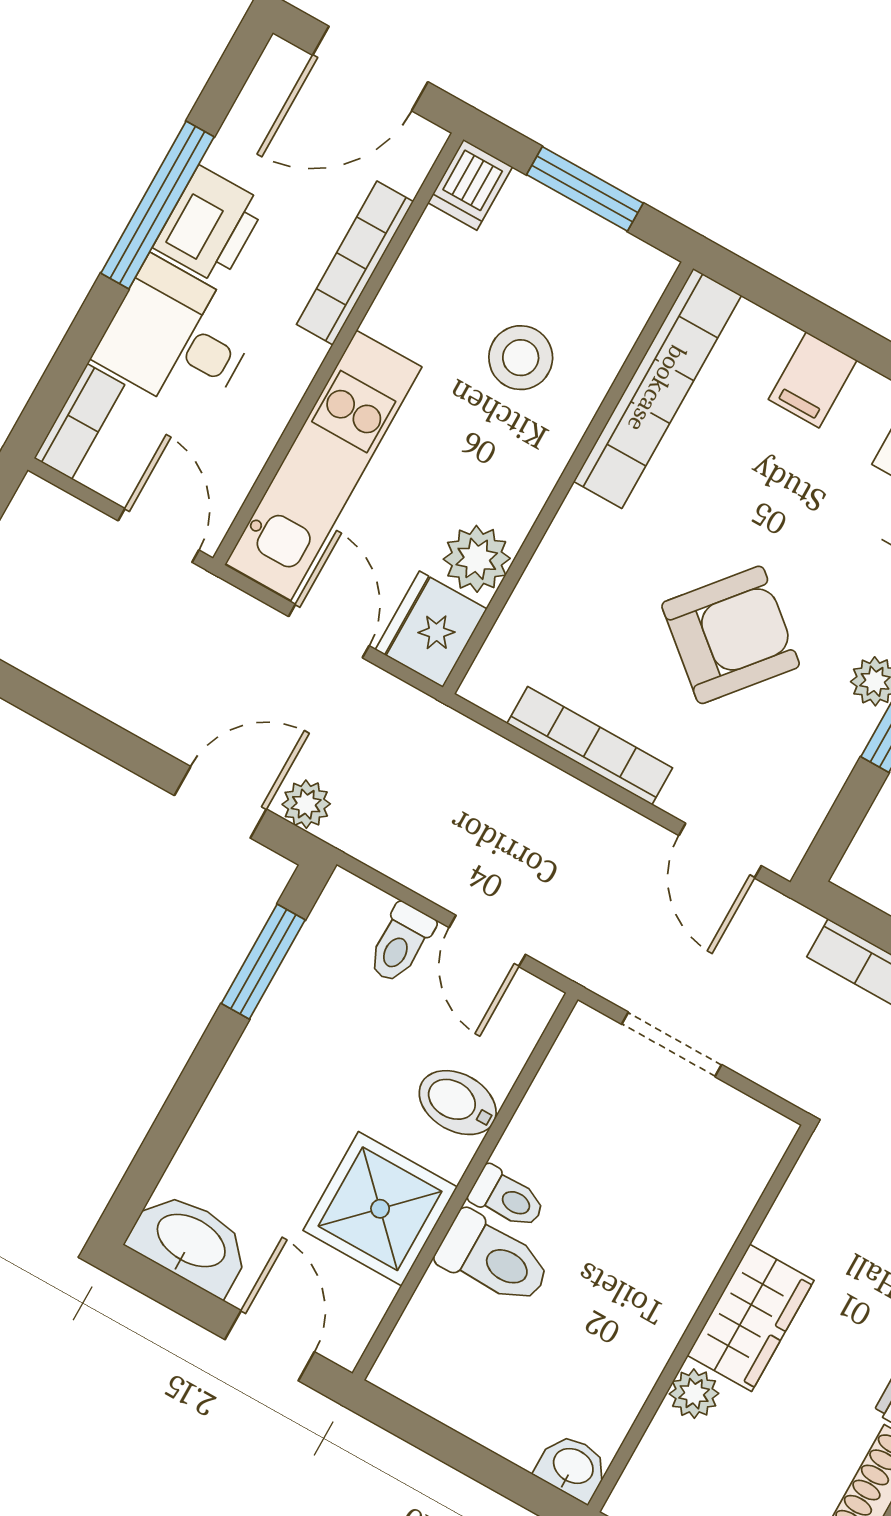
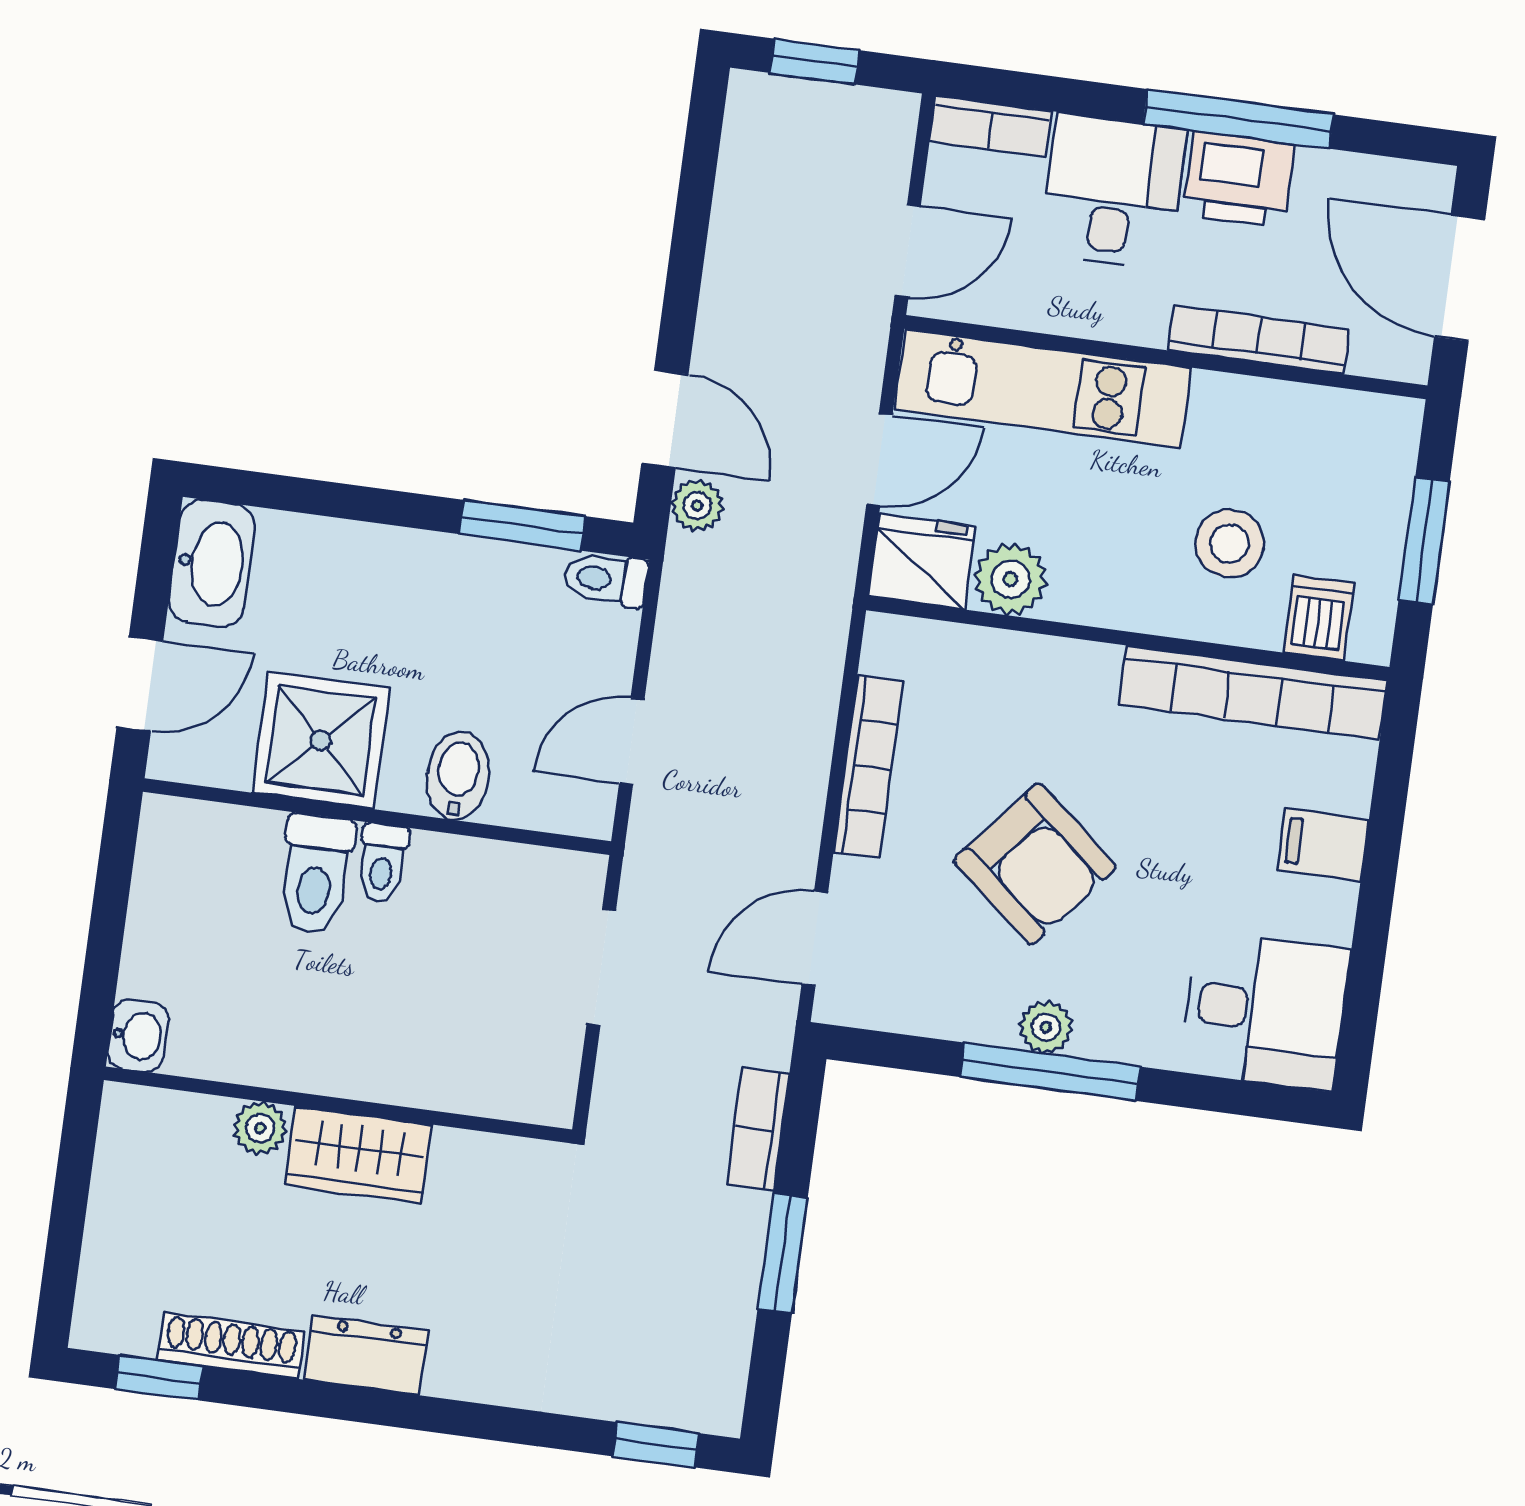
dishwasher: (470, 185) -> (1319, 618), moved, turned 90
toilet: (401, 943) -> (605, 579), moved

